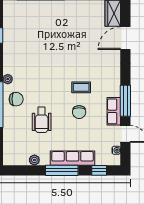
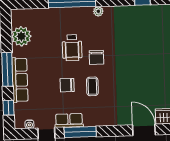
chair: (16, 99) -> (96, 57), moved
wheelchair: (42, 120) -> (72, 48), moved, turned -90
plant: (34, 160) -> (21, 36), width x1.87, depth x1.87

